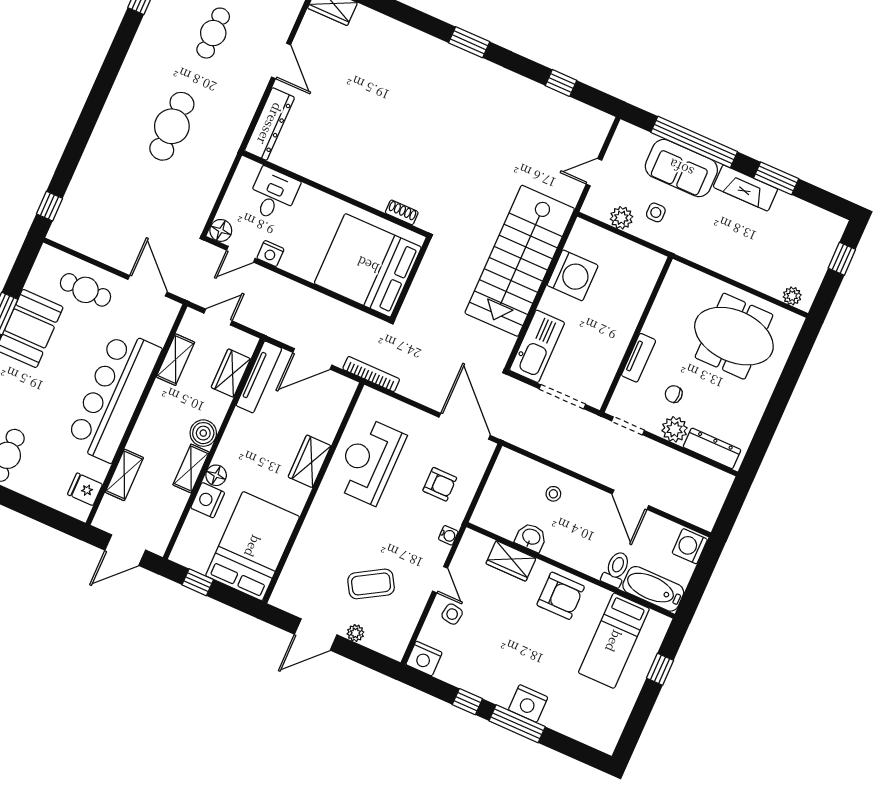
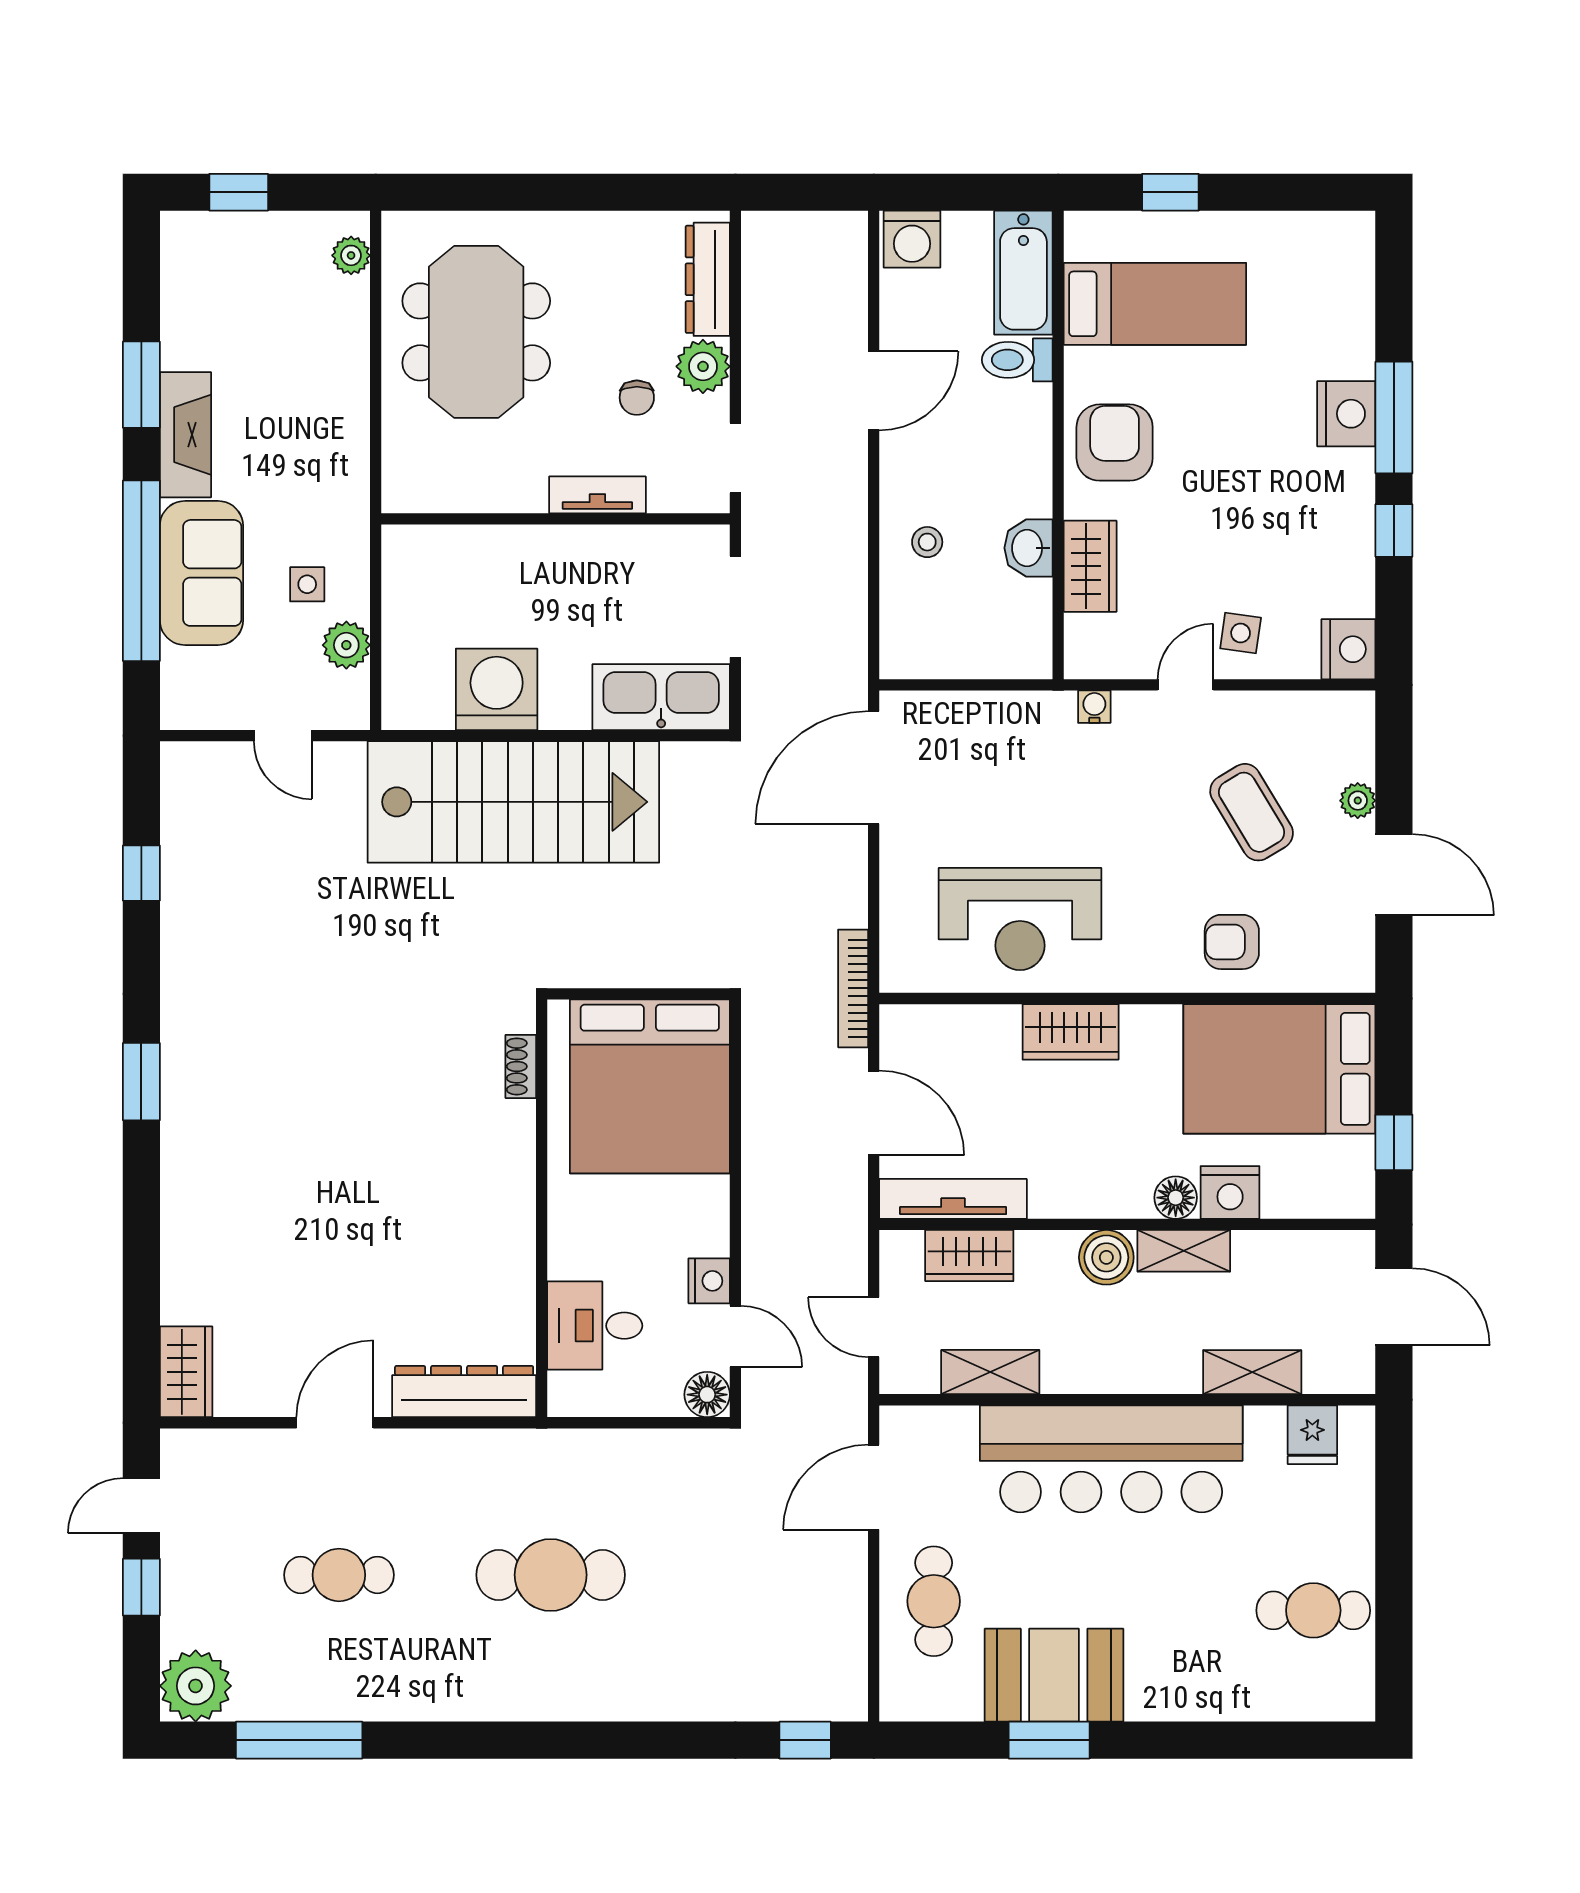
armchair: (440, 484) -> (1232, 942), moved, turned -90

